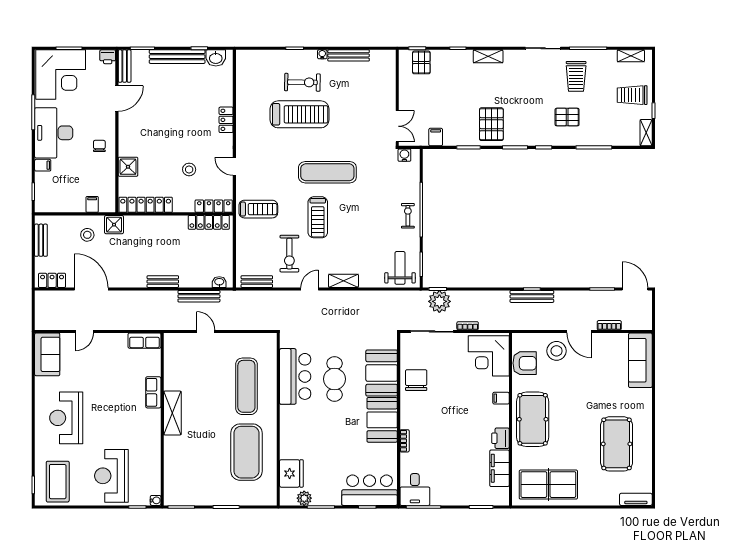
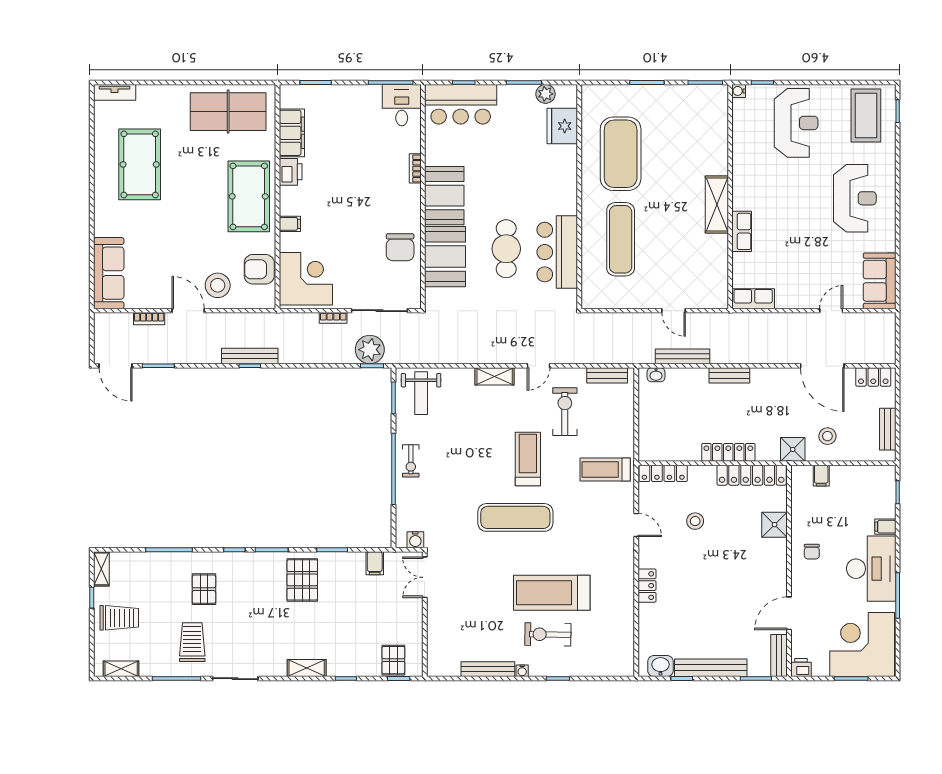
pallet: (567, 117) -> (204, 589), turned 90
locker: (209, 222) -> (728, 452), moved

